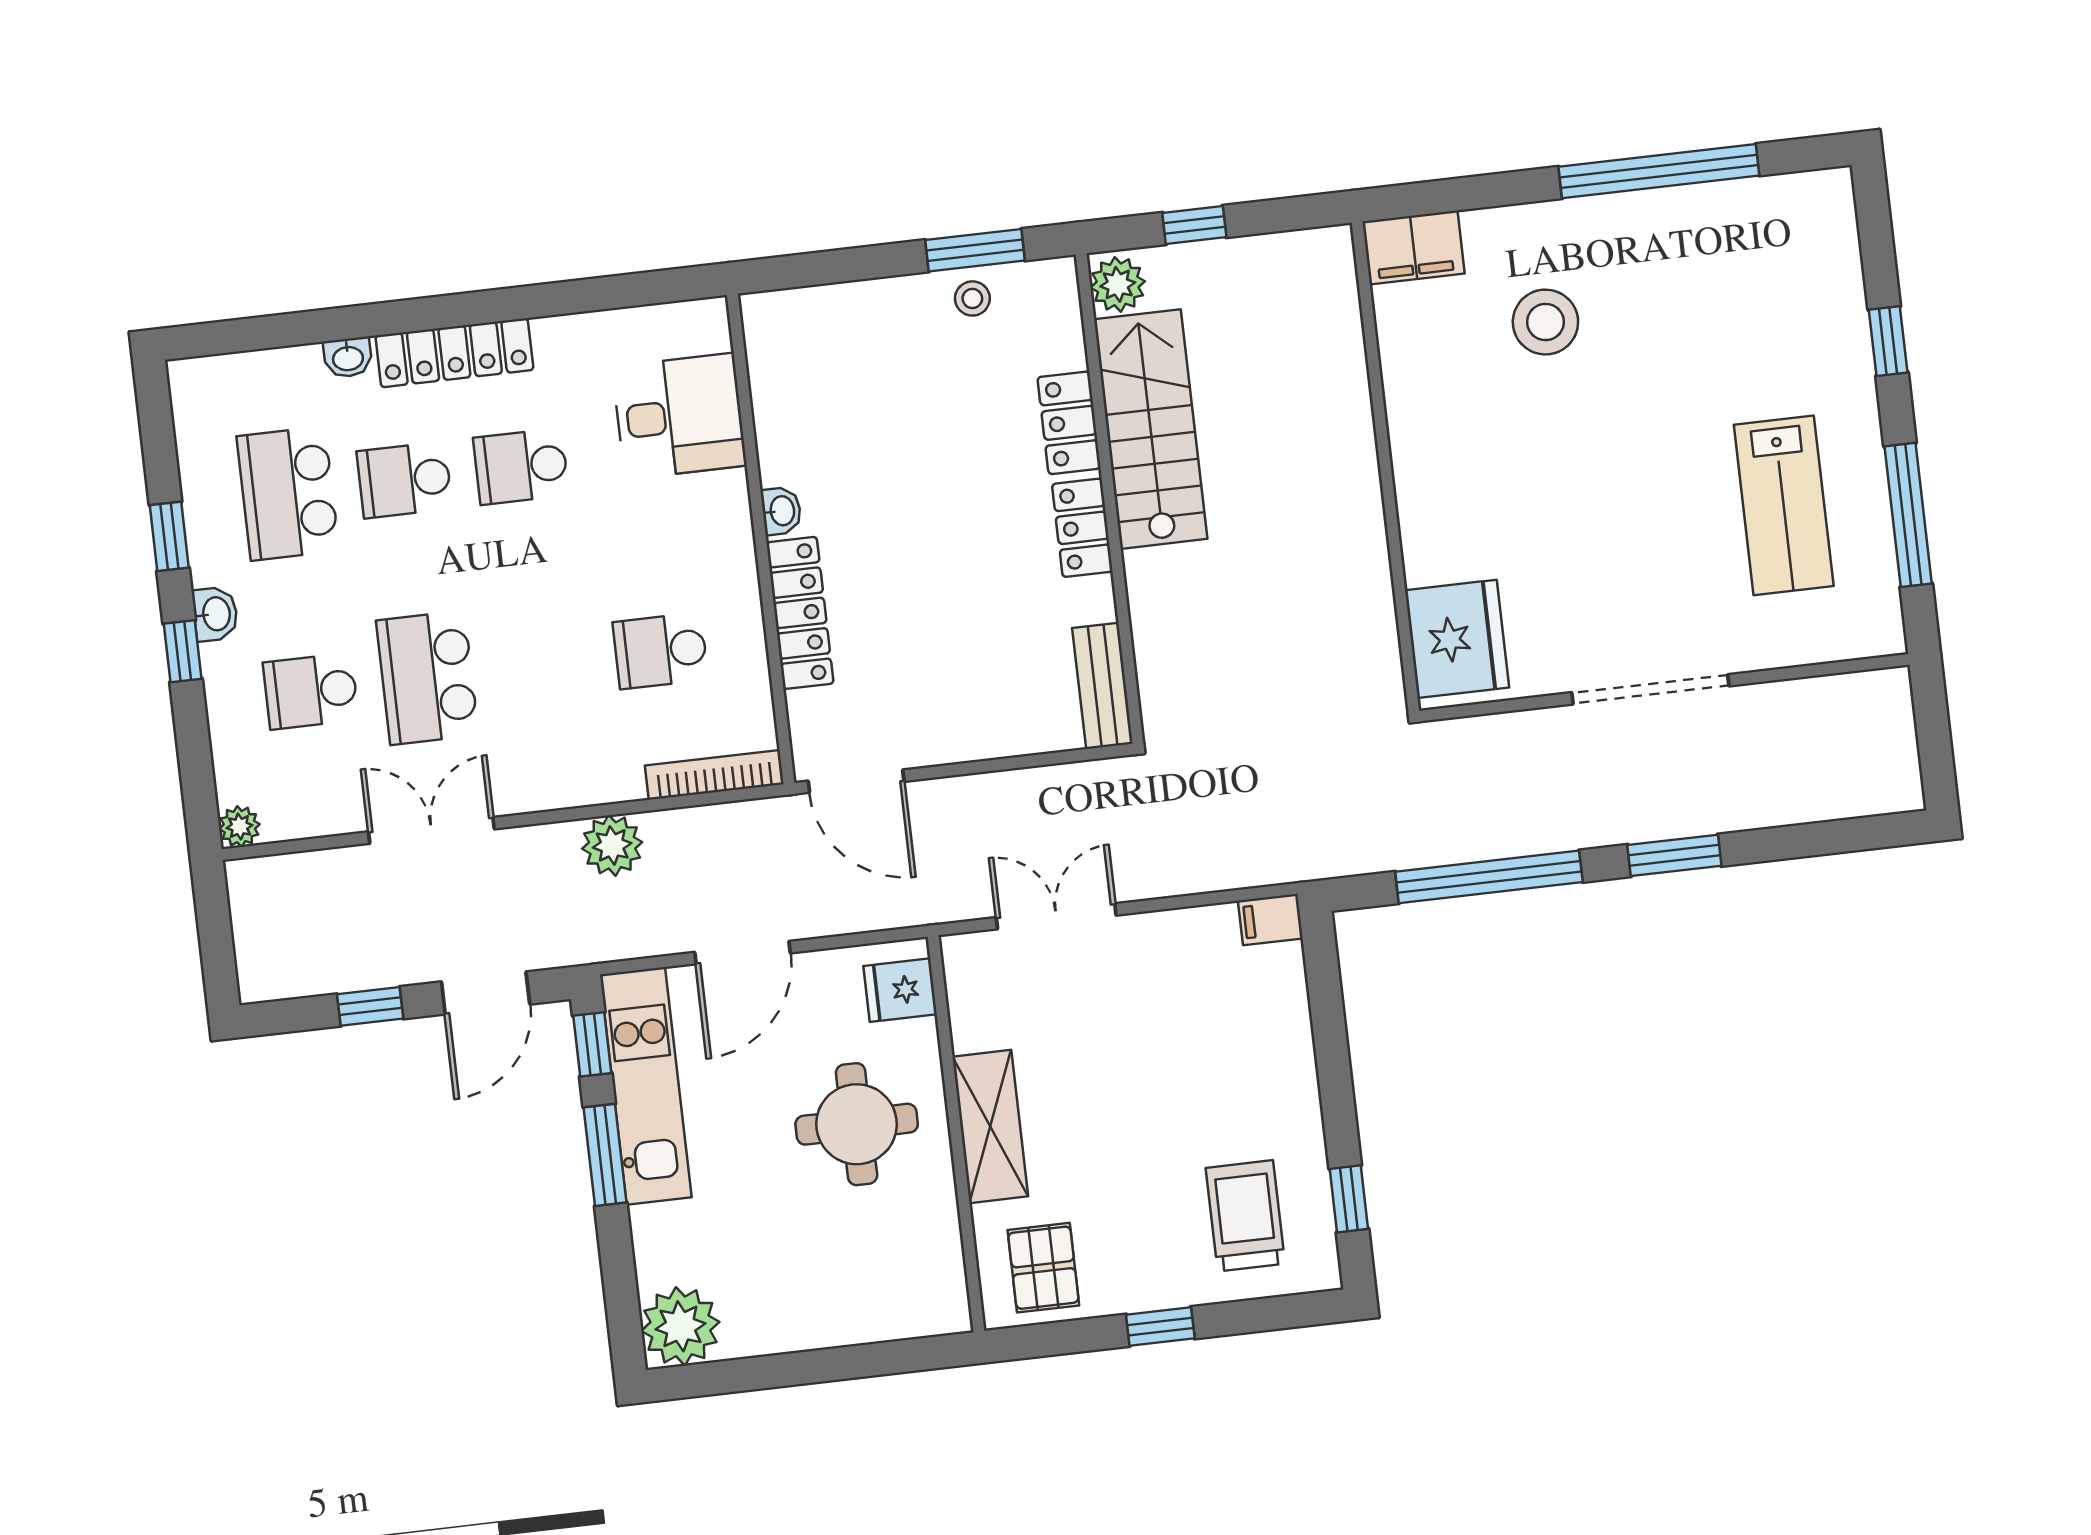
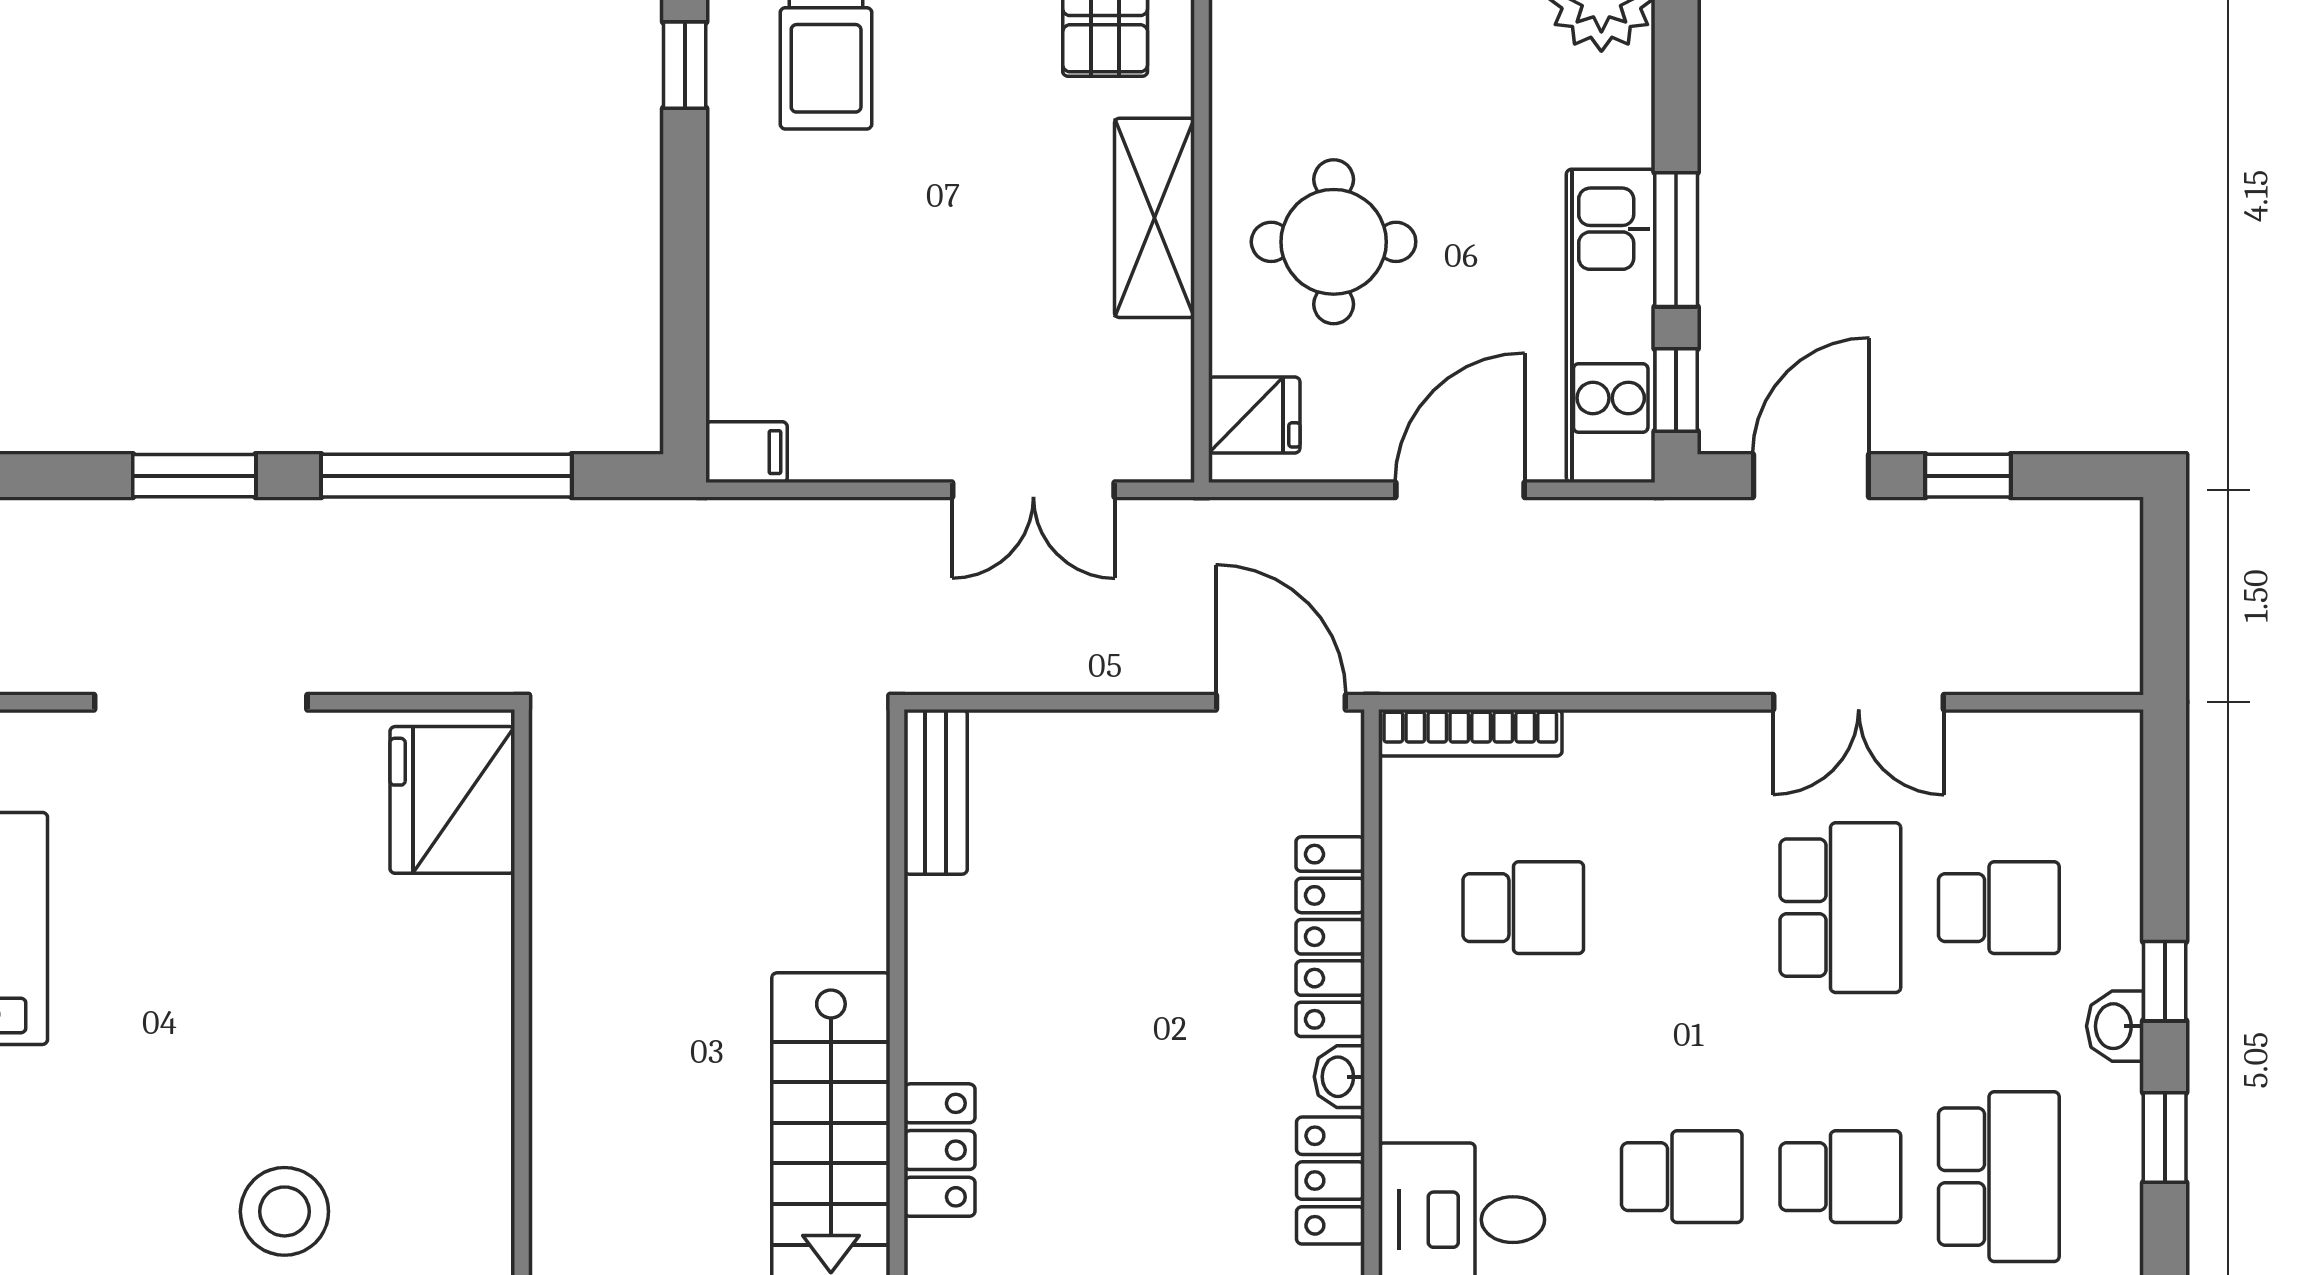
locker: (1082, 528) -> (1331, 1181), moved, turned 180
plant: (239, 827) -> (2116, 737), removed
plant: (612, 845) -> (1618, 654), removed

